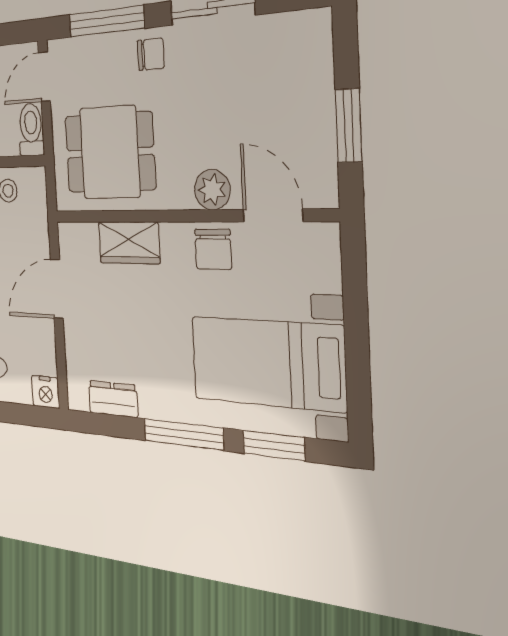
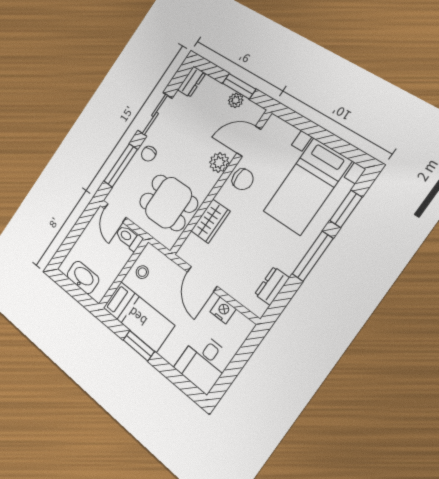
dresser: (303, 27) -> (192, 82), added
chair: (151, 54) -> (149, 154), turned 180
plant: (322, 139) -> (236, 100), added
dining table: (110, 152) -> (168, 203), turned 90
nightstand: (45, 392) -> (223, 310), moved, turned -90

